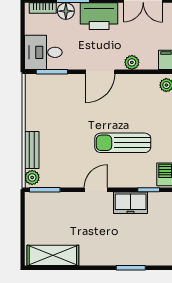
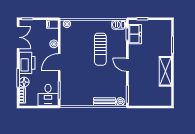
door: (100, 72) -> (59, 62), swing flipped
freezer: (131, 203) -> (135, 34), moved
shelving: (53, 255) -> (165, 71), moved

